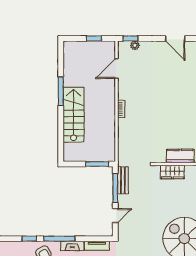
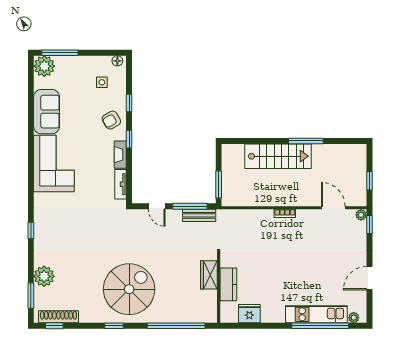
plant: (135, 45) -> (361, 215), moved
window: (59, 239) -> (129, 139), width x0.46

